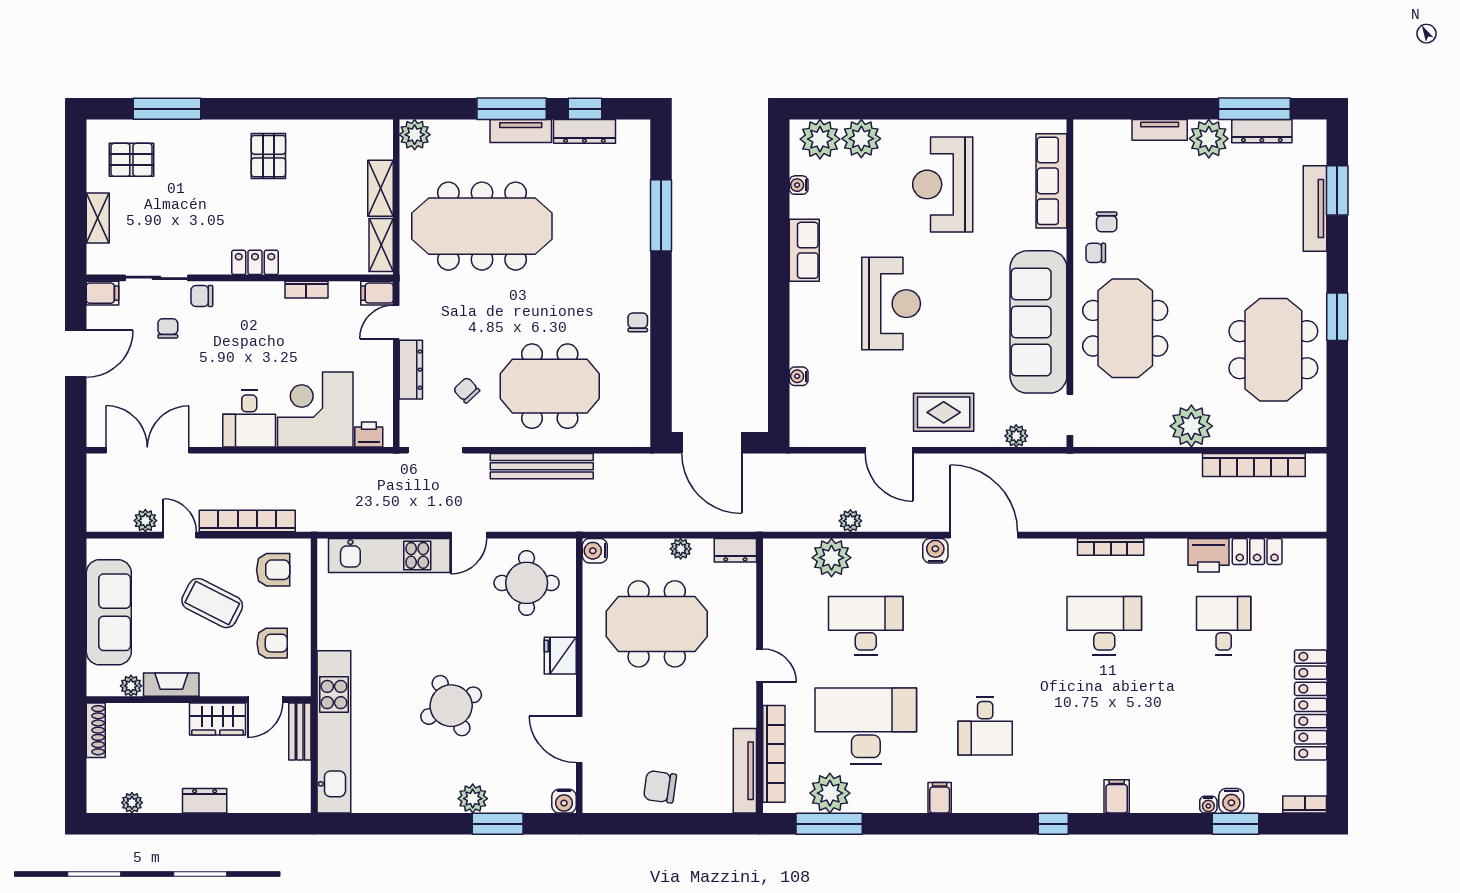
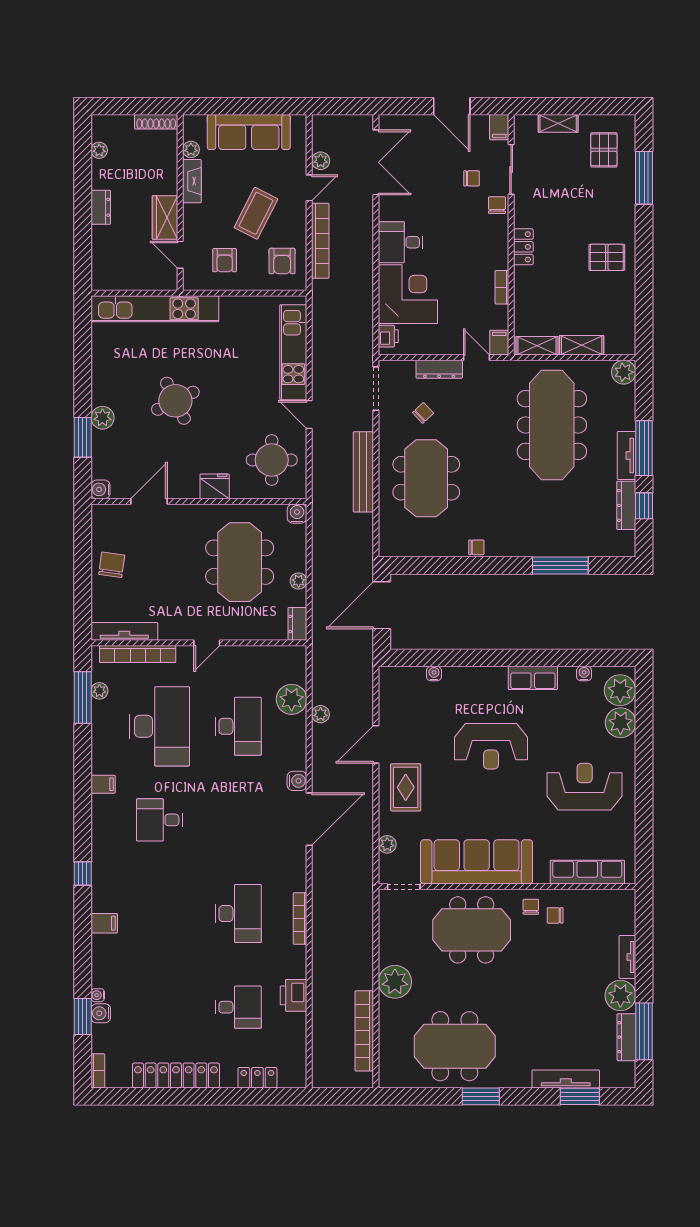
locker: (1257, 552) -> (257, 1078), moved, turned 90
bench: (300, 731) -> (155, 282), removed
plant: (830, 793) -> (99, 691), width x0.53, depth x0.53

